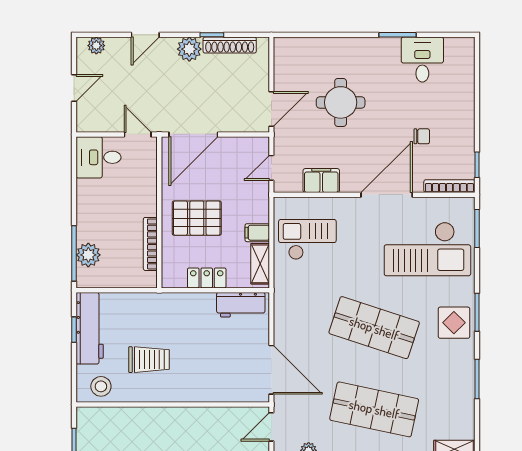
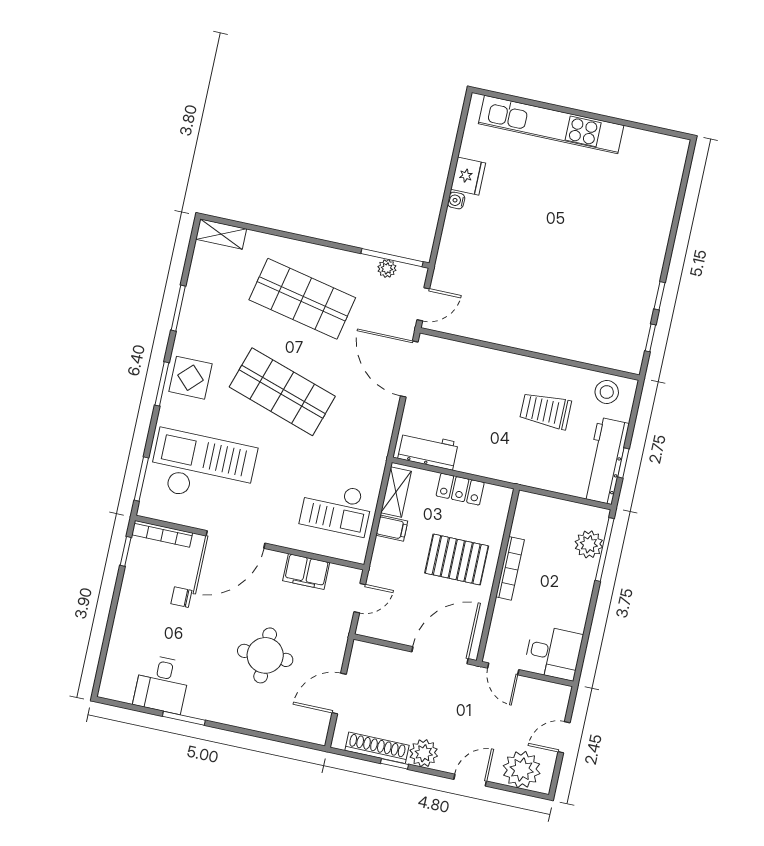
plant: (96, 46) -> (522, 770), width x1.88, depth x1.88
door: (271, 109) -> (339, 693), moved
bookcase: (150, 244) -> (510, 568), moved

